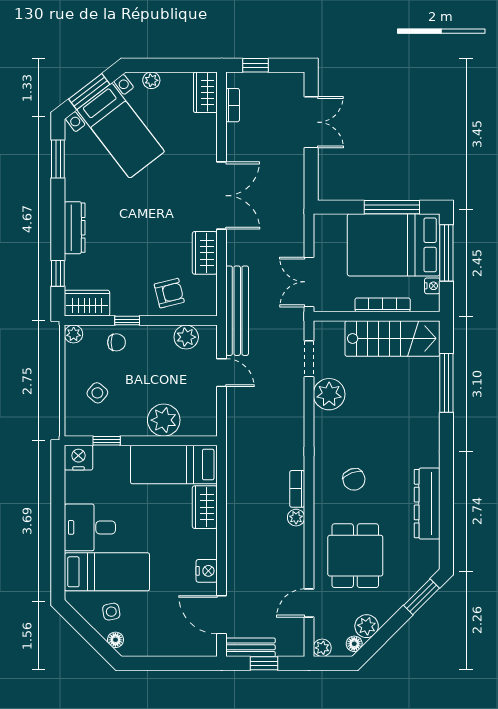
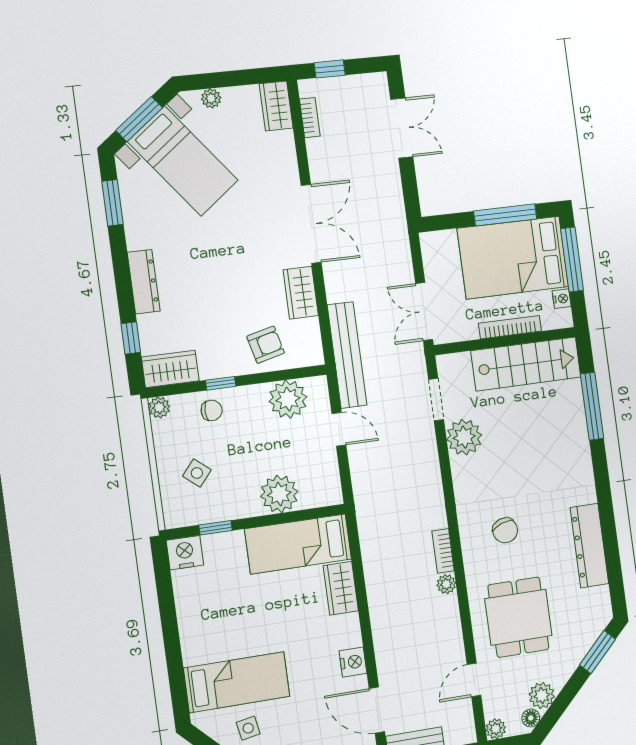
plant: (186, 337) -> (288, 399), width x1.36, depth x1.36
desk: (90, 527) -> (209, 633), removed

